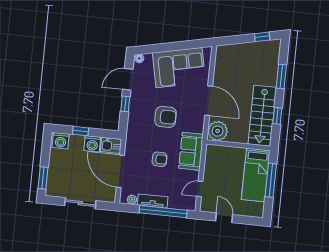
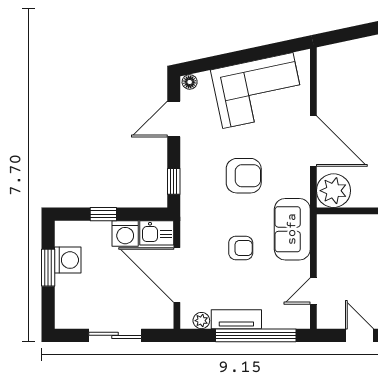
window: (125, 104) -> (174, 181), moved
washing machine: (61, 141) -> (68, 260), moved, turned -90
window: (43, 178) -> (48, 268), moved

